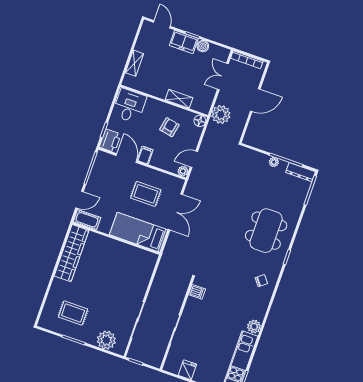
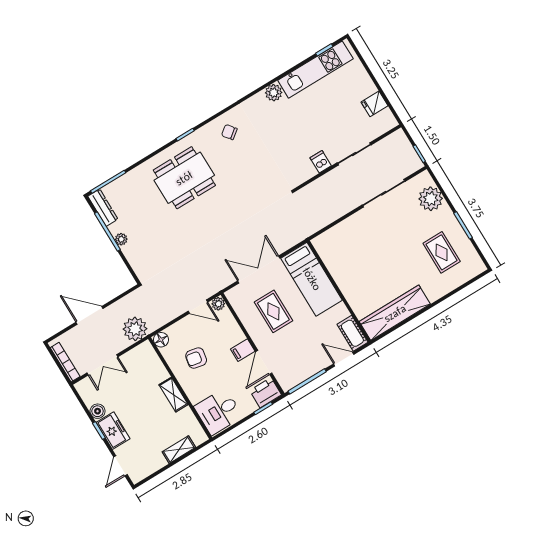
shelving: (179, 99) -> (174, 395), moved
dishwasher: (197, 292) -> (321, 162), moved

